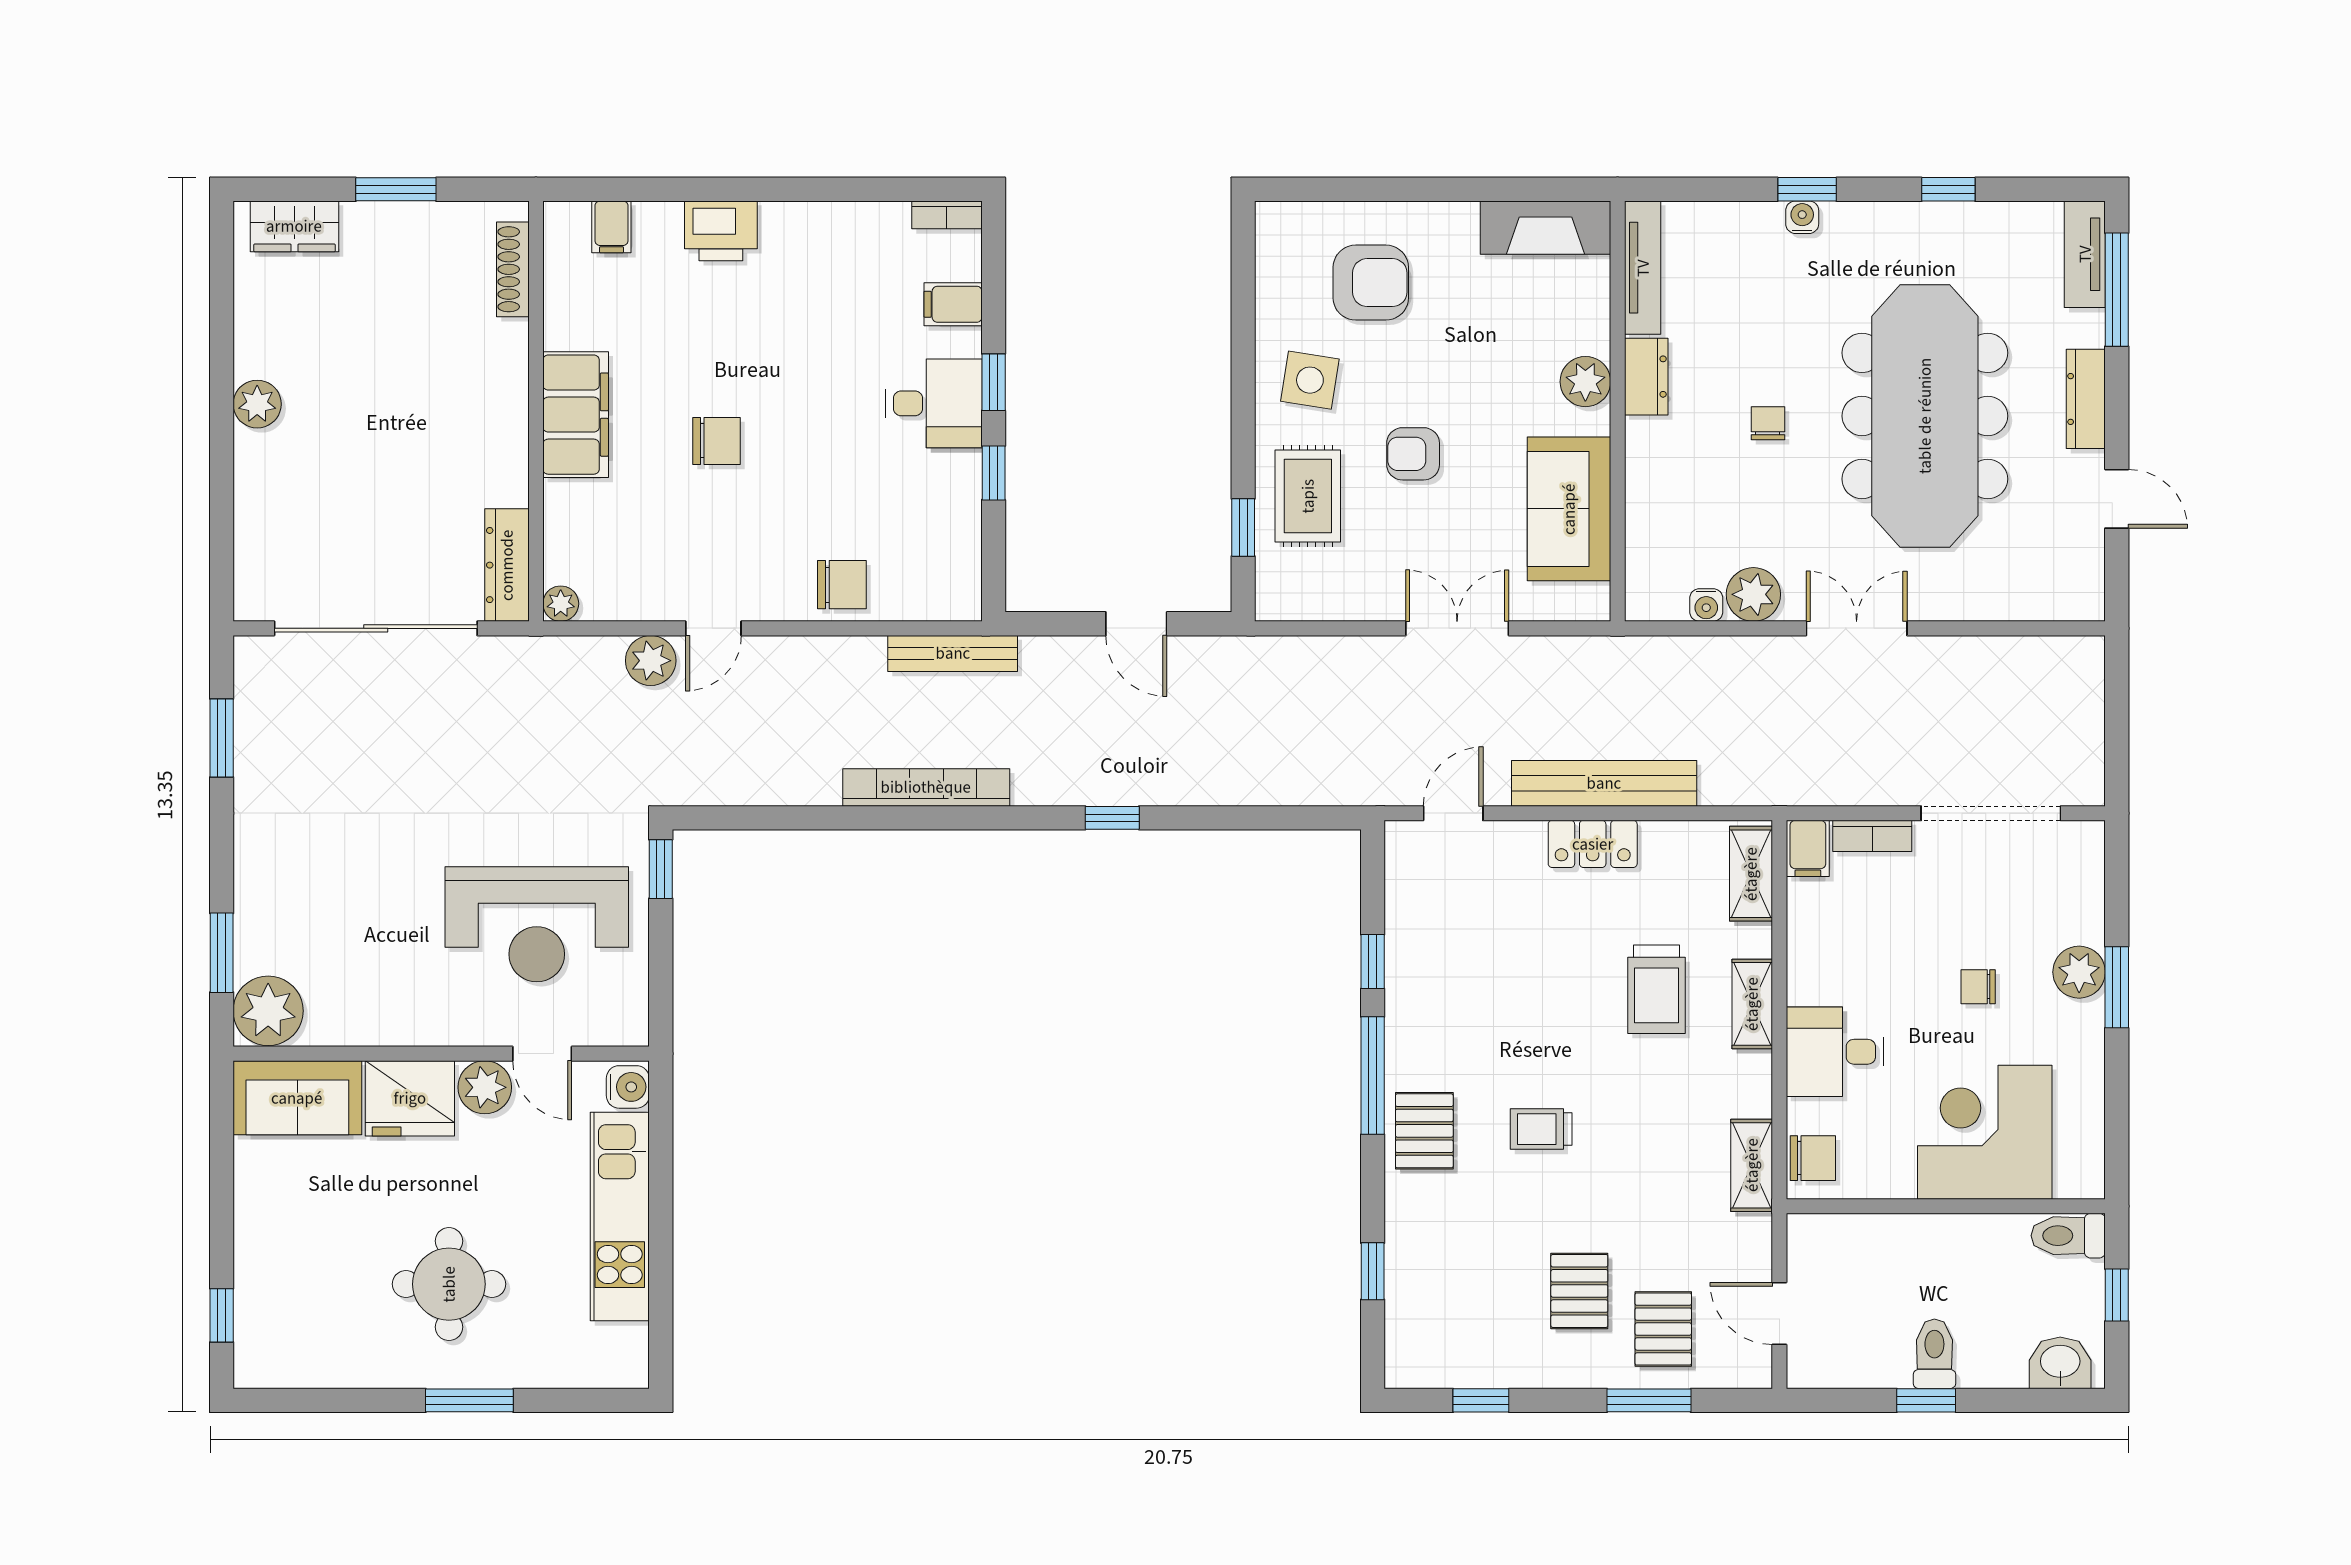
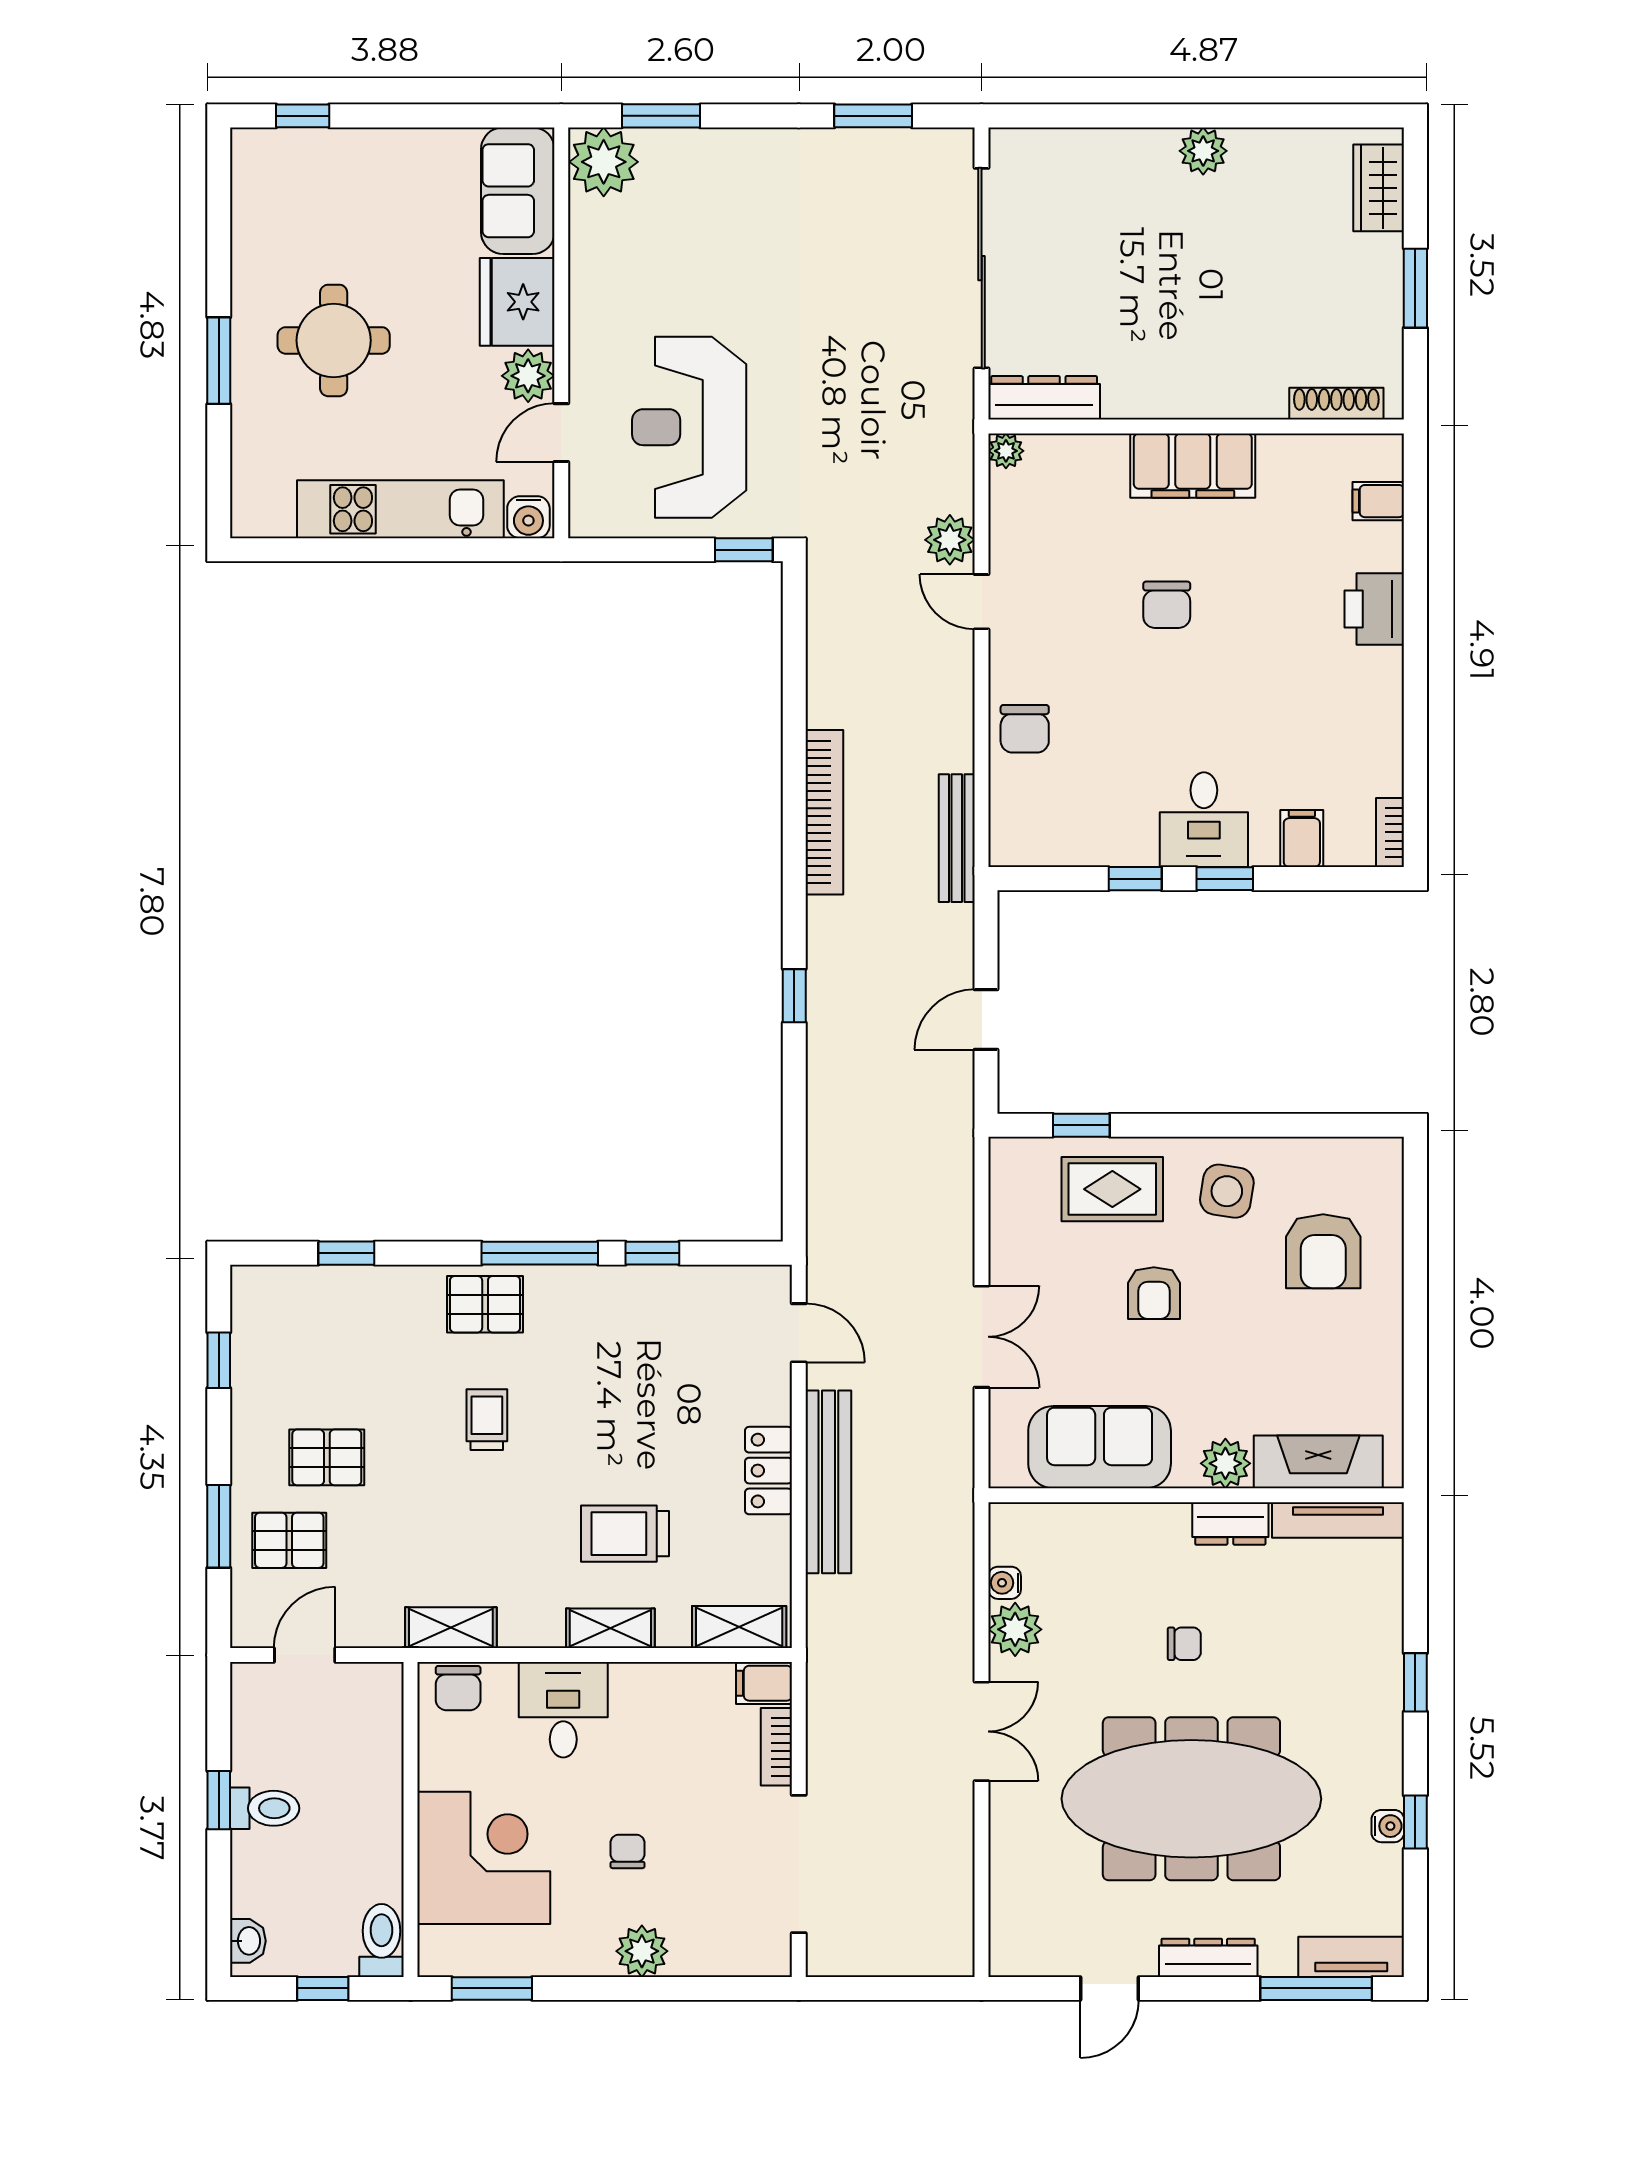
water cooler: (1802, 217) -> (1388, 1826), moved
fireplace: (1545, 228) -> (1318, 1462), moved, turned 90
armchair: (1413, 454) -> (1154, 1293), turned 180
window: (2117, 987) -> (492, 1988), moved
washbasin: (2060, 1363) -> (248, 1941), width x0.72, depth x0.69

